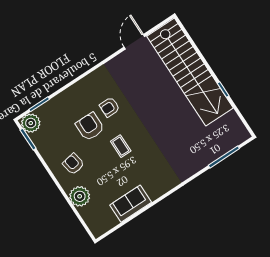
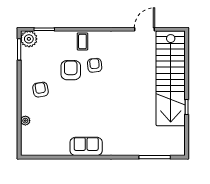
armchair: (110, 107) -> (95, 65), turned 84
coffee table: (121, 146) -> (82, 41), moved
plant: (80, 196) -> (25, 121), width x0.53, depth x0.53
sofa: (131, 204) -> (86, 146), moved

